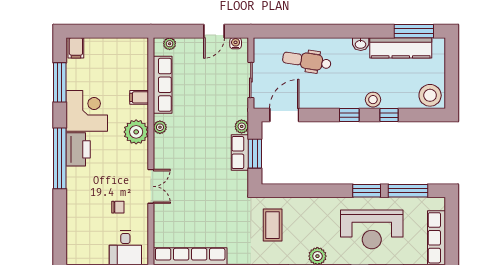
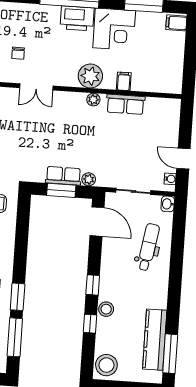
plant: (170, 44) -> (174, 114), removed
washbasin: (361, 44) -> (168, 204), moved
row of seats: (163, 85) -> (125, 104), width x0.68

